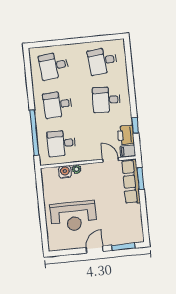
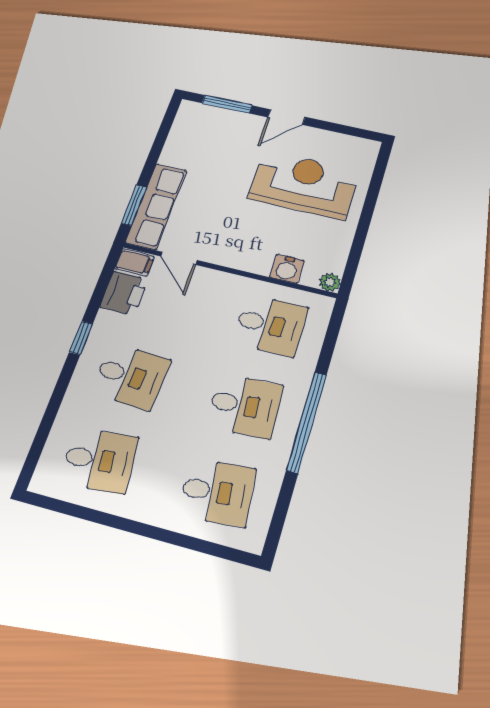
window: (135, 125) -> (81, 338), moved
window: (34, 133) -> (307, 422), moved
plant: (77, 169) -> (330, 282), moved

